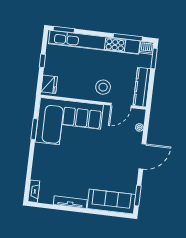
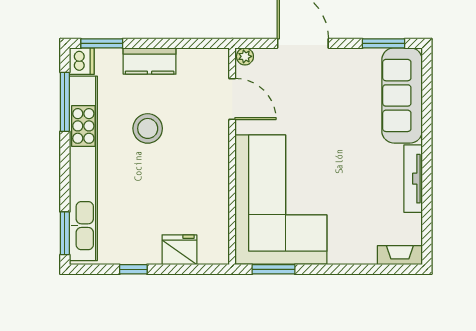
stool: (103, 87) -> (148, 128), moved
kitchen counter: (142, 87) -> (150, 61), width x0.67
wall: (93, 102) -> (232, 156), moved
door: (121, 106) -> (232, 99), moved
corner sofa: (69, 123) -> (281, 199), moved

